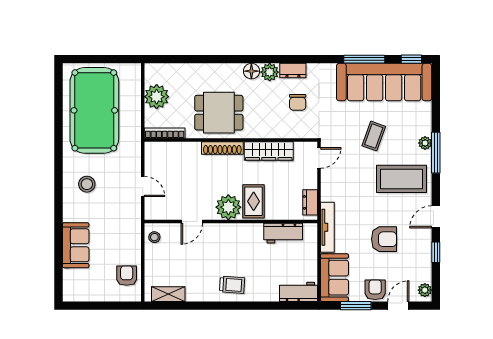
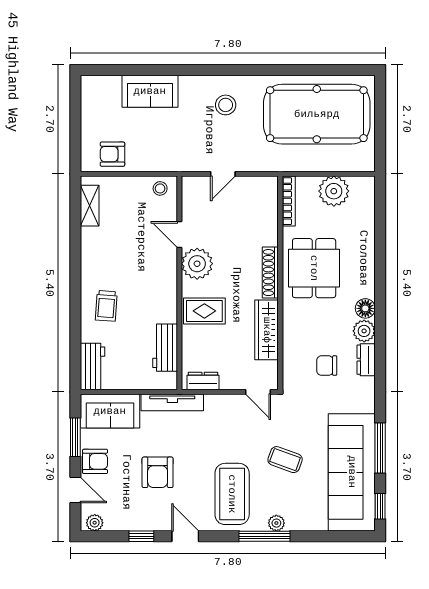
plant: (228, 207) -> (197, 264), moved
armchair: (127, 276) -> (112, 154), turned 180
trolley: (232, 285) -> (106, 306), moved

